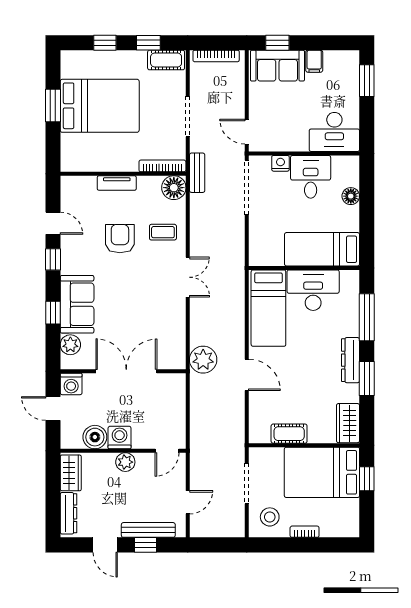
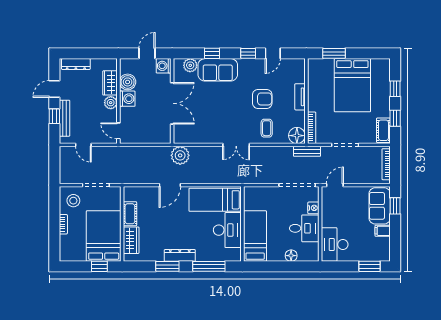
window: (53, 105) -> (334, 53), moved
wardrobe: (348, 423) -> (131, 240), moved, turned 90
wardrobe: (71, 473) -> (110, 83), moved, turned 90

